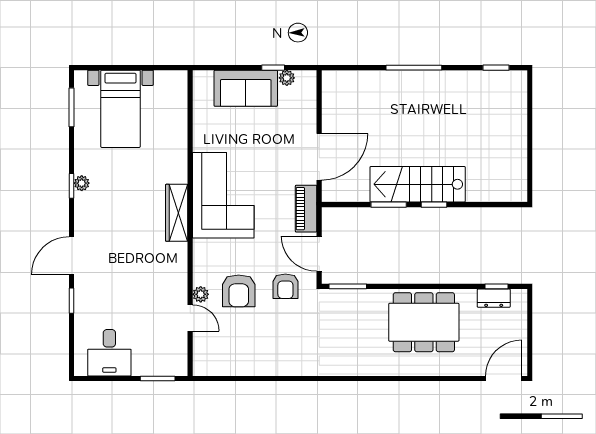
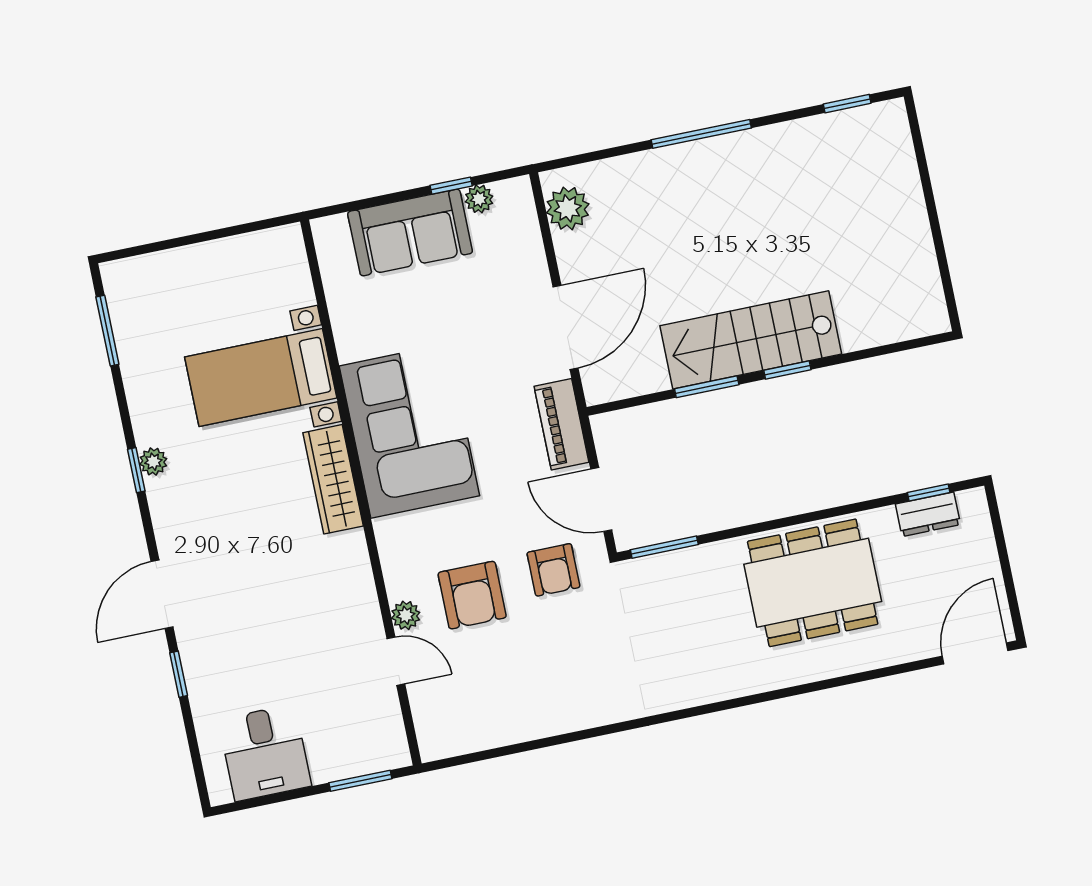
plant: (334, 93) -> (568, 208), added
bed with nightstands: (120, 109) -> (261, 378), moved, turned 90

